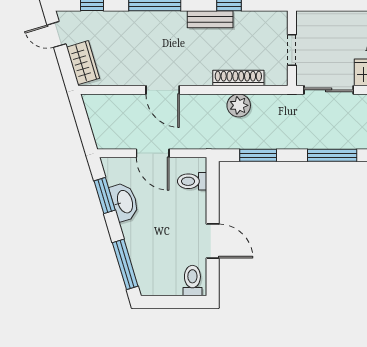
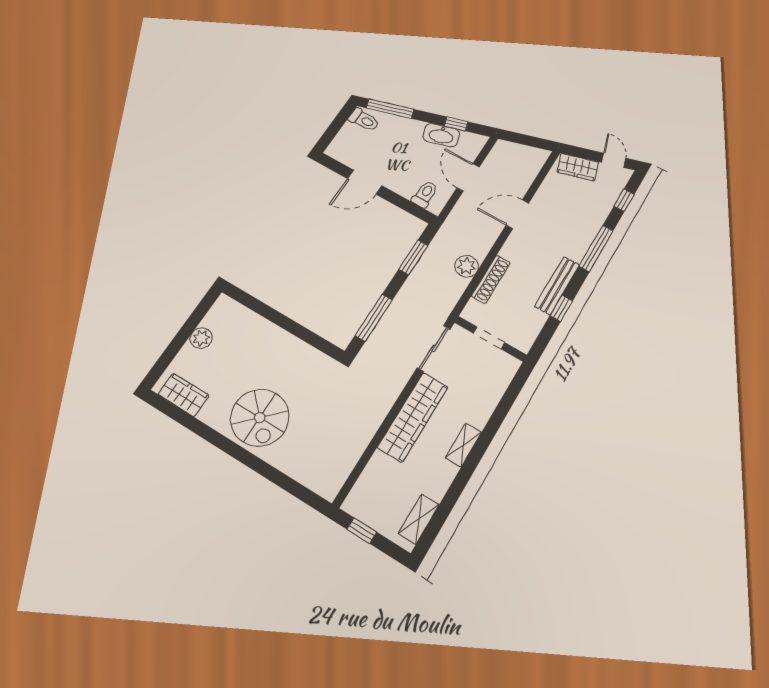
bench: (210, 19) -> (557, 285), width x1.36
door: (56, 34) -> (614, 160), hinge flipped
door: (153, 153) -> (468, 177), hinge flipped
window: (105, 196) -> (456, 124), width x0.67
toilet: (192, 281) -> (364, 120), moved

